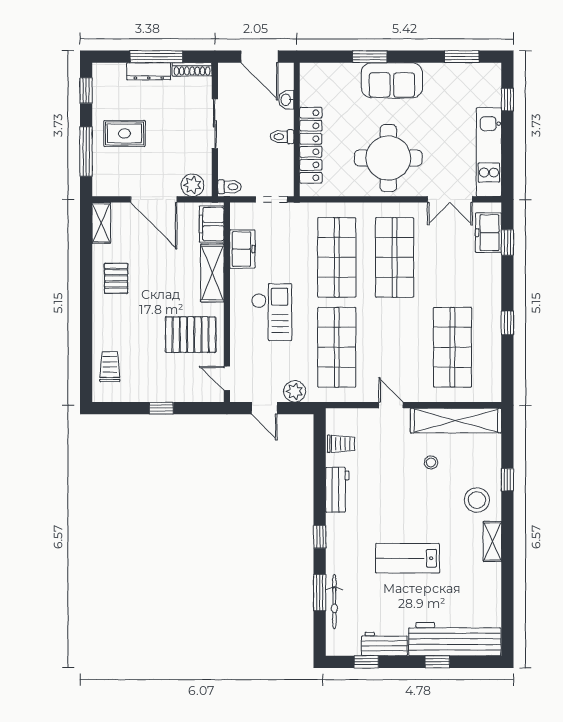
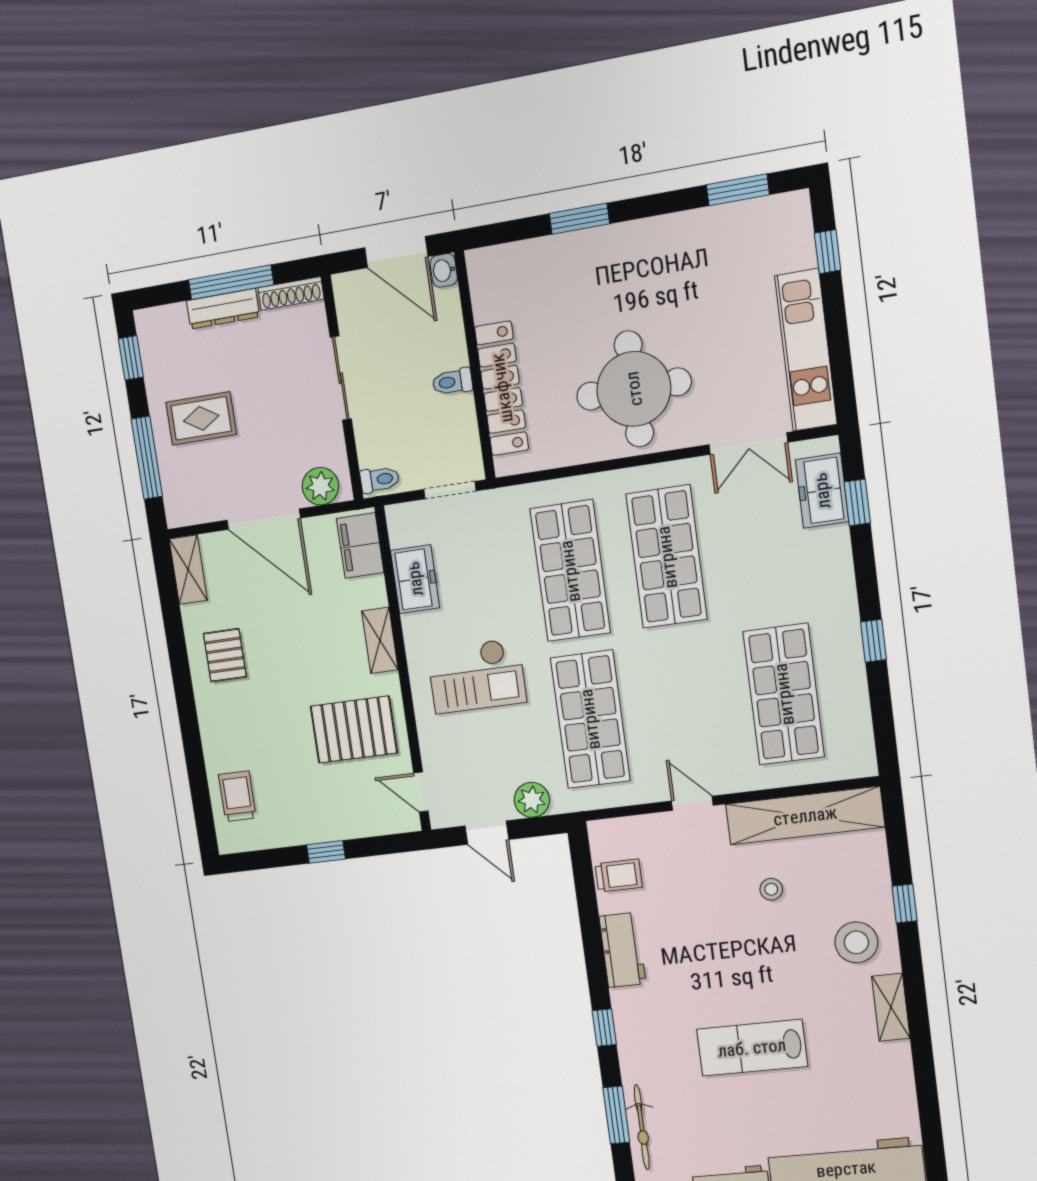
sofa: (392, 80) -> (622, 253), removed
washbasin: (286, 100) -> (444, 270), moved
shelving: (212, 273) -> (380, 640), width x0.67, depth x0.75
checkout: (272, 312) -> (477, 676), turned 90

